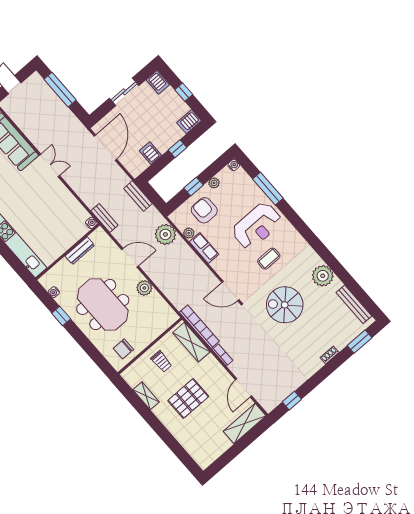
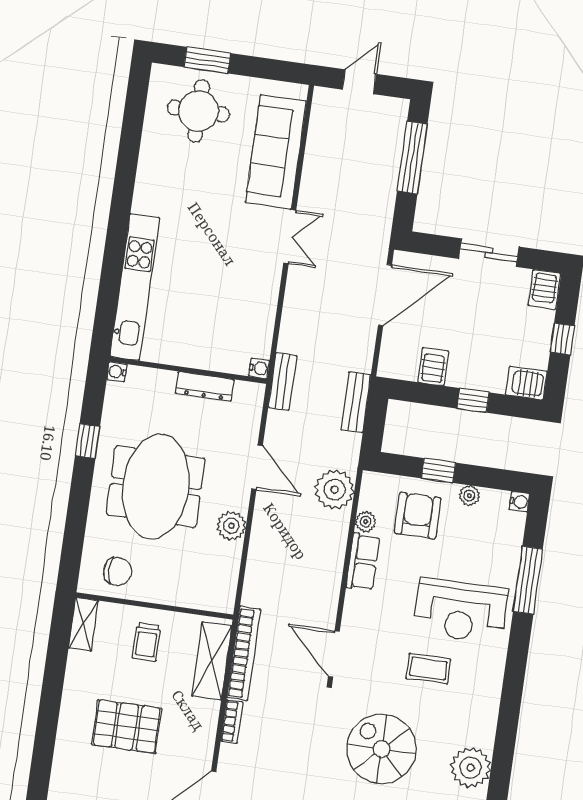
water cooler: (54, 292) -> (117, 372), moved
chair: (123, 349) -> (118, 571), turned 180
shelving: (146, 396) -> (83, 624), moved

